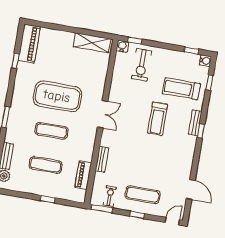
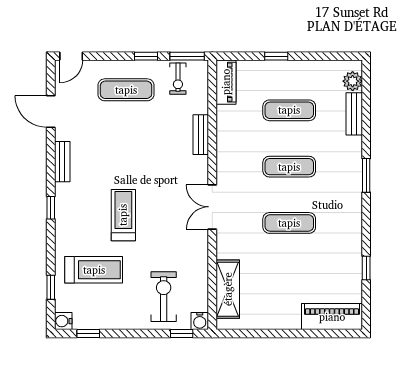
shelving: (92, 43) -> (228, 289), moved, turned 90
piano: (29, 44) -> (332, 317), moved, turned 90
exercise mat: (57, 96) -> (289, 223), width x0.50, depth x0.69
bench: (195, 123) -> (62, 162), moved
piano: (83, 175) -> (226, 82), moved
window: (137, 215) -> (146, 56), moved

